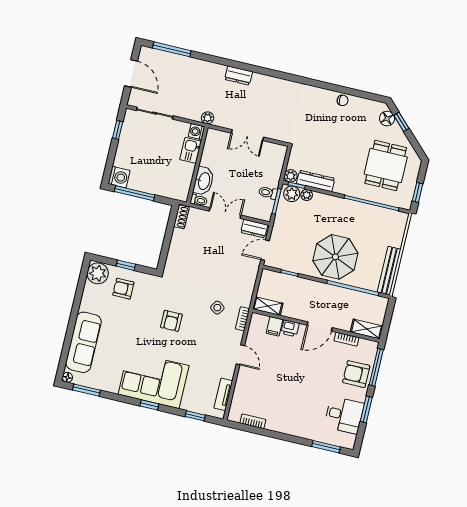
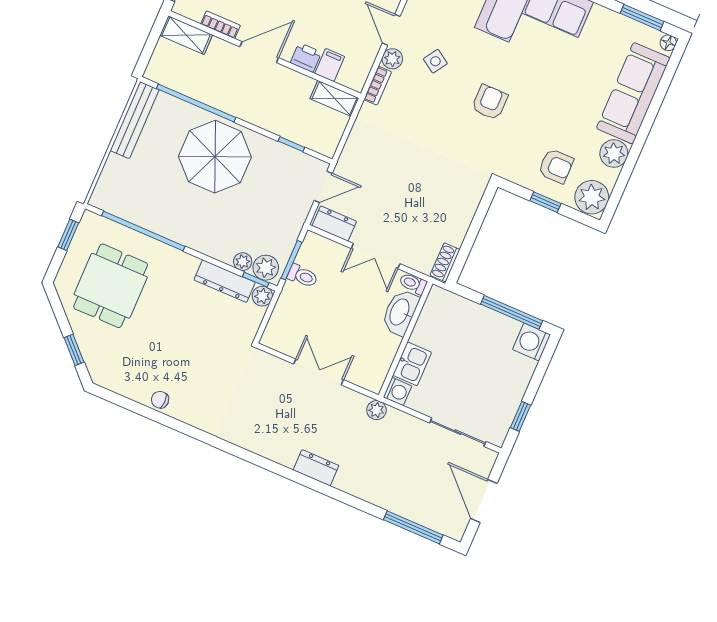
floor lamp: (387, 119) -> (95, 359), removed
plant: (89, 303) -> (614, 154), added
side table: (217, 308) -> (435, 61), moved
plant: (236, 337) -> (392, 59), added

